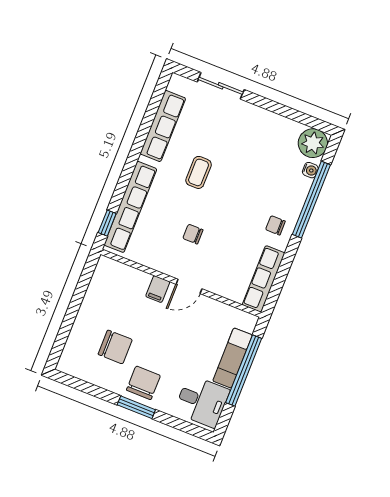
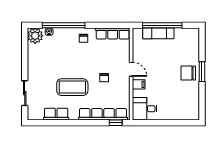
row of seats: (163, 126) -> (56, 114), width x0.68
coffee table: (199, 172) -> (72, 87), width x1.86, depth x1.72
chair: (115, 347) -> (176, 94), removed
desk: (202, 401) -> (145, 109), moved, turned -90

